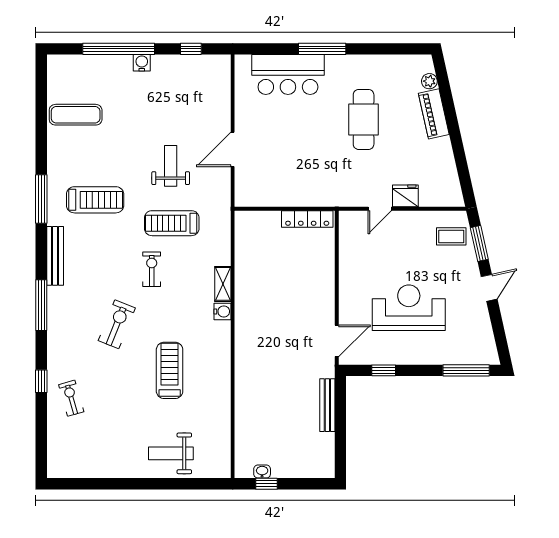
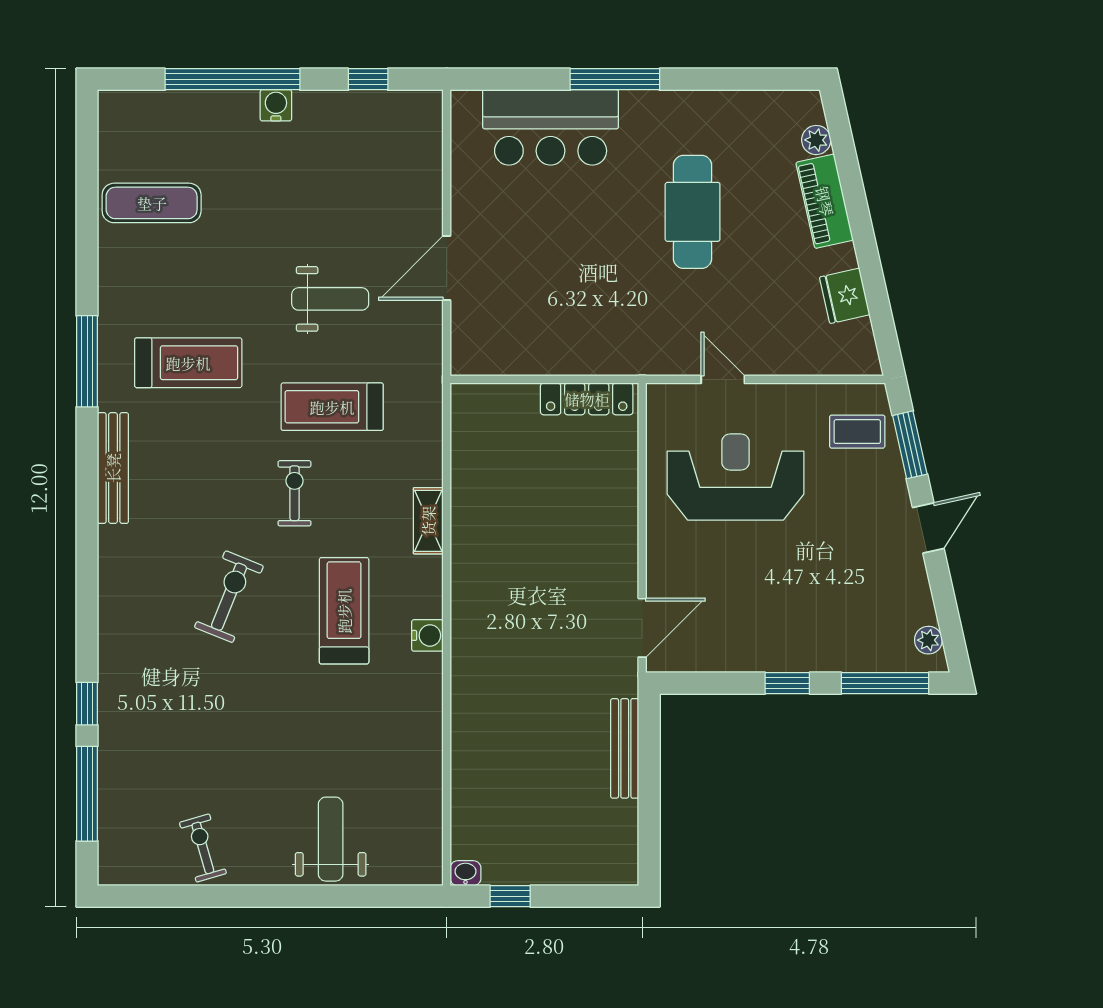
weight bench: (171, 166) -> (330, 299), turned 90
fridge: (405, 196) -> (845, 296), moved, turned -103
door: (380, 209) -> (723, 379), swing flipped
window: (41, 305) -> (87, 794), moved
reception desk: (409, 308) -> (735, 477), moved
water cooler: (222, 311) -> (427, 635), moved
plant: (489, 347) -> (928, 640), added
treadmill: (170, 370) -> (344, 611), moved
window: (384, 370) -> (787, 683), moved
exercise bike: (71, 398) -> (203, 848), moved
weight bench: (171, 453) -> (331, 839), turned 90
washbasin: (262, 472) -> (465, 873), moved

